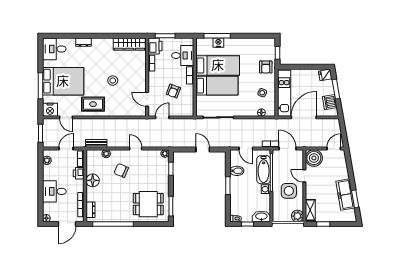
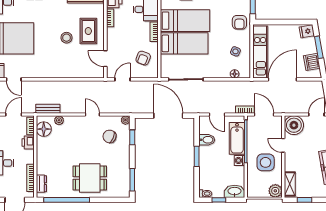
armchair: (173, 91) -> (143, 58), moved
rug: (93, 104) -> (88, 31), moved, turned 90
door: (203, 150) -> (168, 116), width x1.87
chair: (121, 170) -> (110, 136), moved
floor lamp: (93, 180) -> (44, 129), moved
dining table: (148, 204) -> (90, 178), moved

